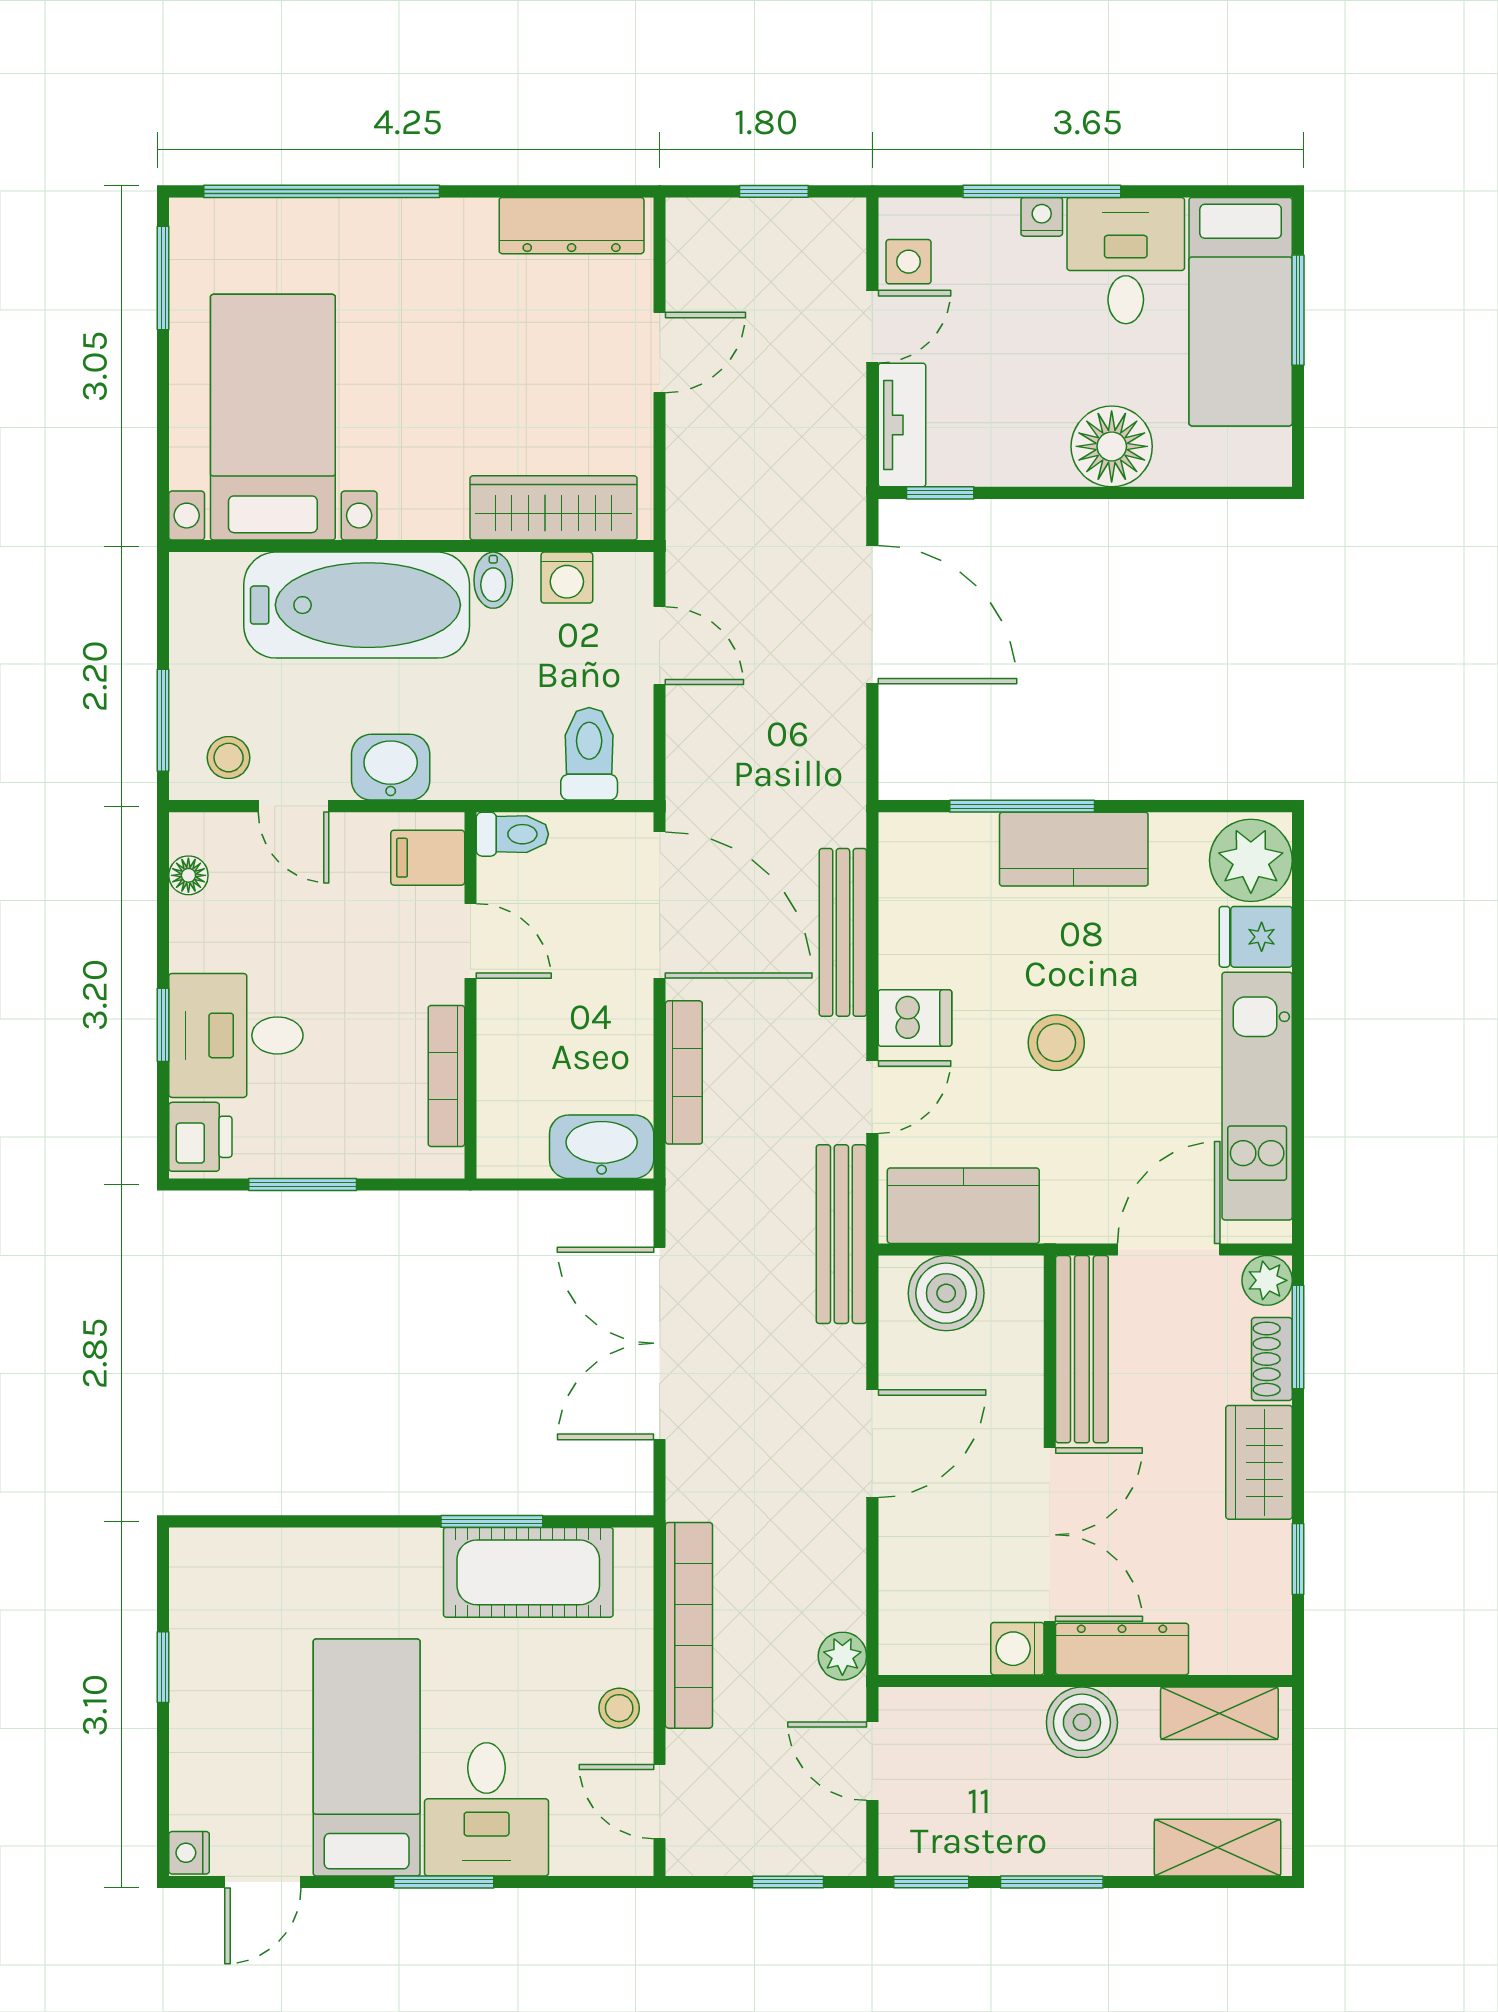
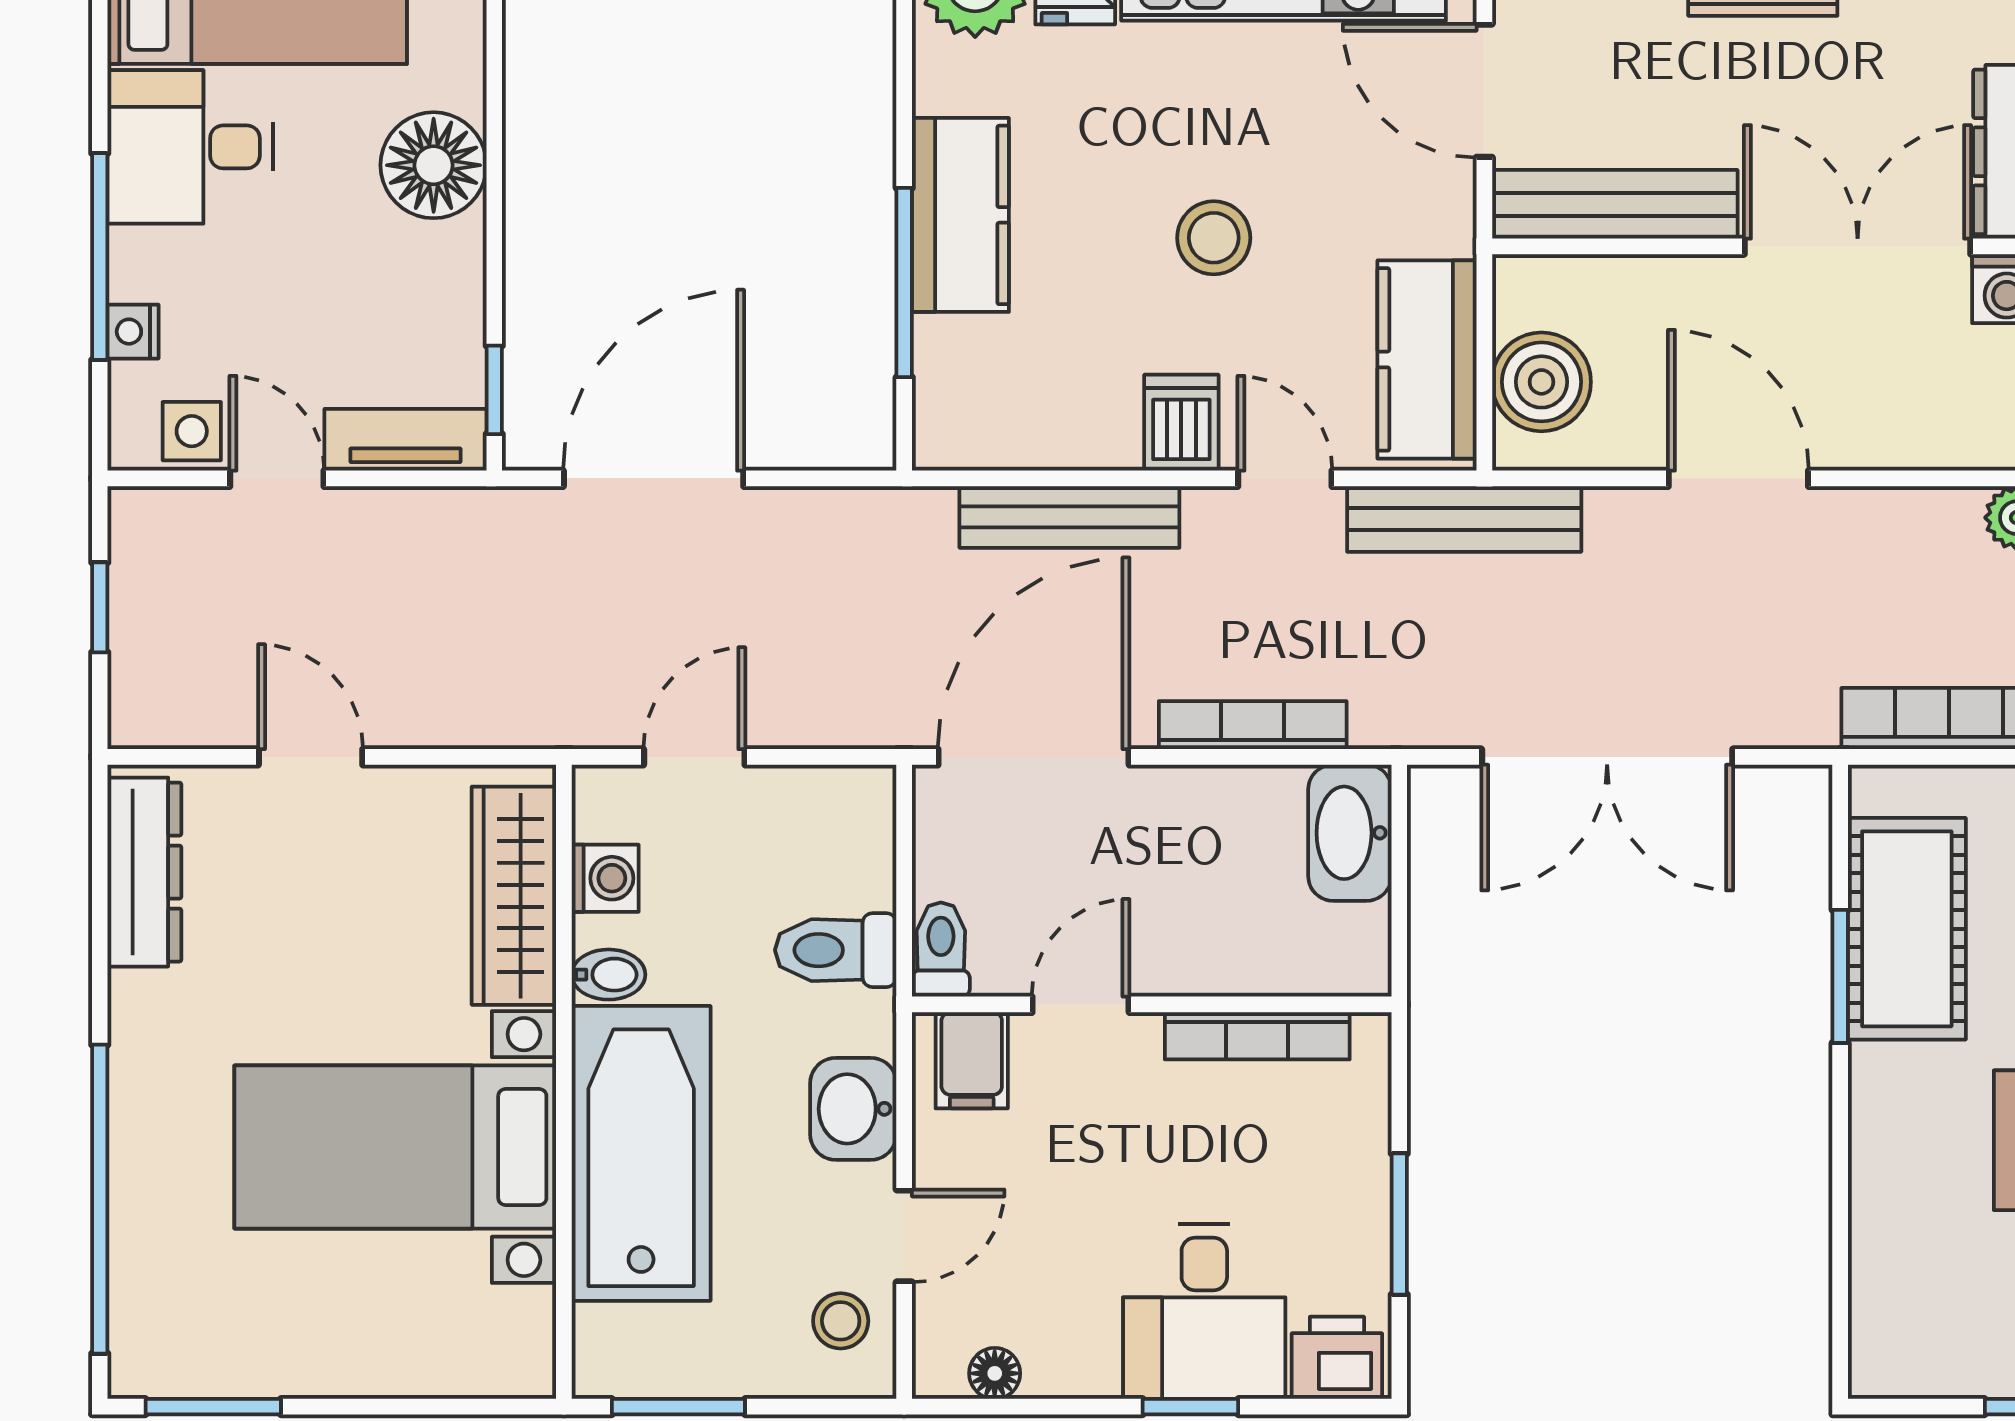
nightstand: (1042, 217) -> (133, 332), moved
bed with nightstands: (273, 417) -> (395, 1147), moved
window: (163, 720) -> (678, 1407), moved
toilet: (589, 754) -> (836, 950), moved

